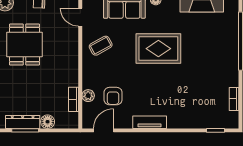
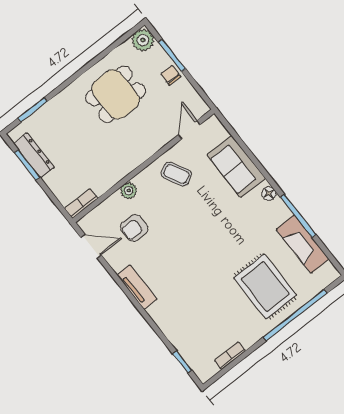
rug: (158, 49) -> (265, 286), moved
plant: (88, 96) -> (129, 191), moved
bookcase: (74, 99) -> (81, 203), moved
floor lamp: (48, 122) -> (54, 181), removed

